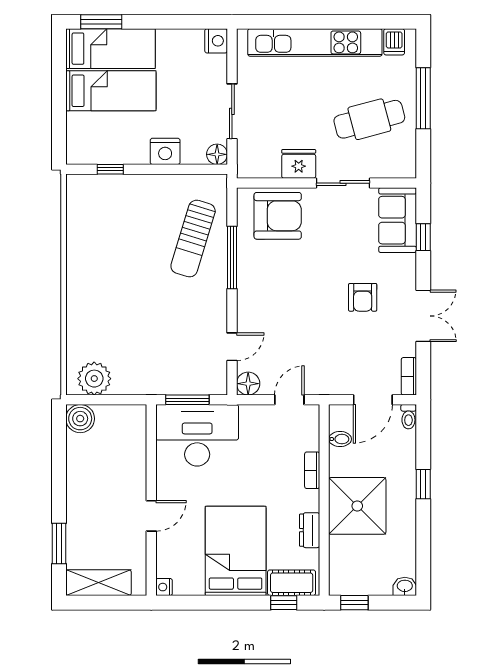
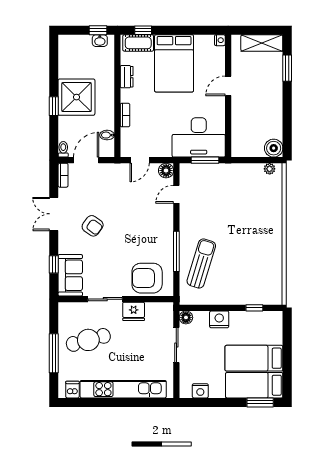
nightstand: (216, 41) -> (200, 391), moved, turned -90
armchair: (363, 297) -> (93, 226), turned 126
plant: (94, 379) -> (270, 169), width x0.53, depth x0.53
shower: (357, 506) -> (76, 97), moved
washbasin: (405, 586) -> (100, 41), moved

